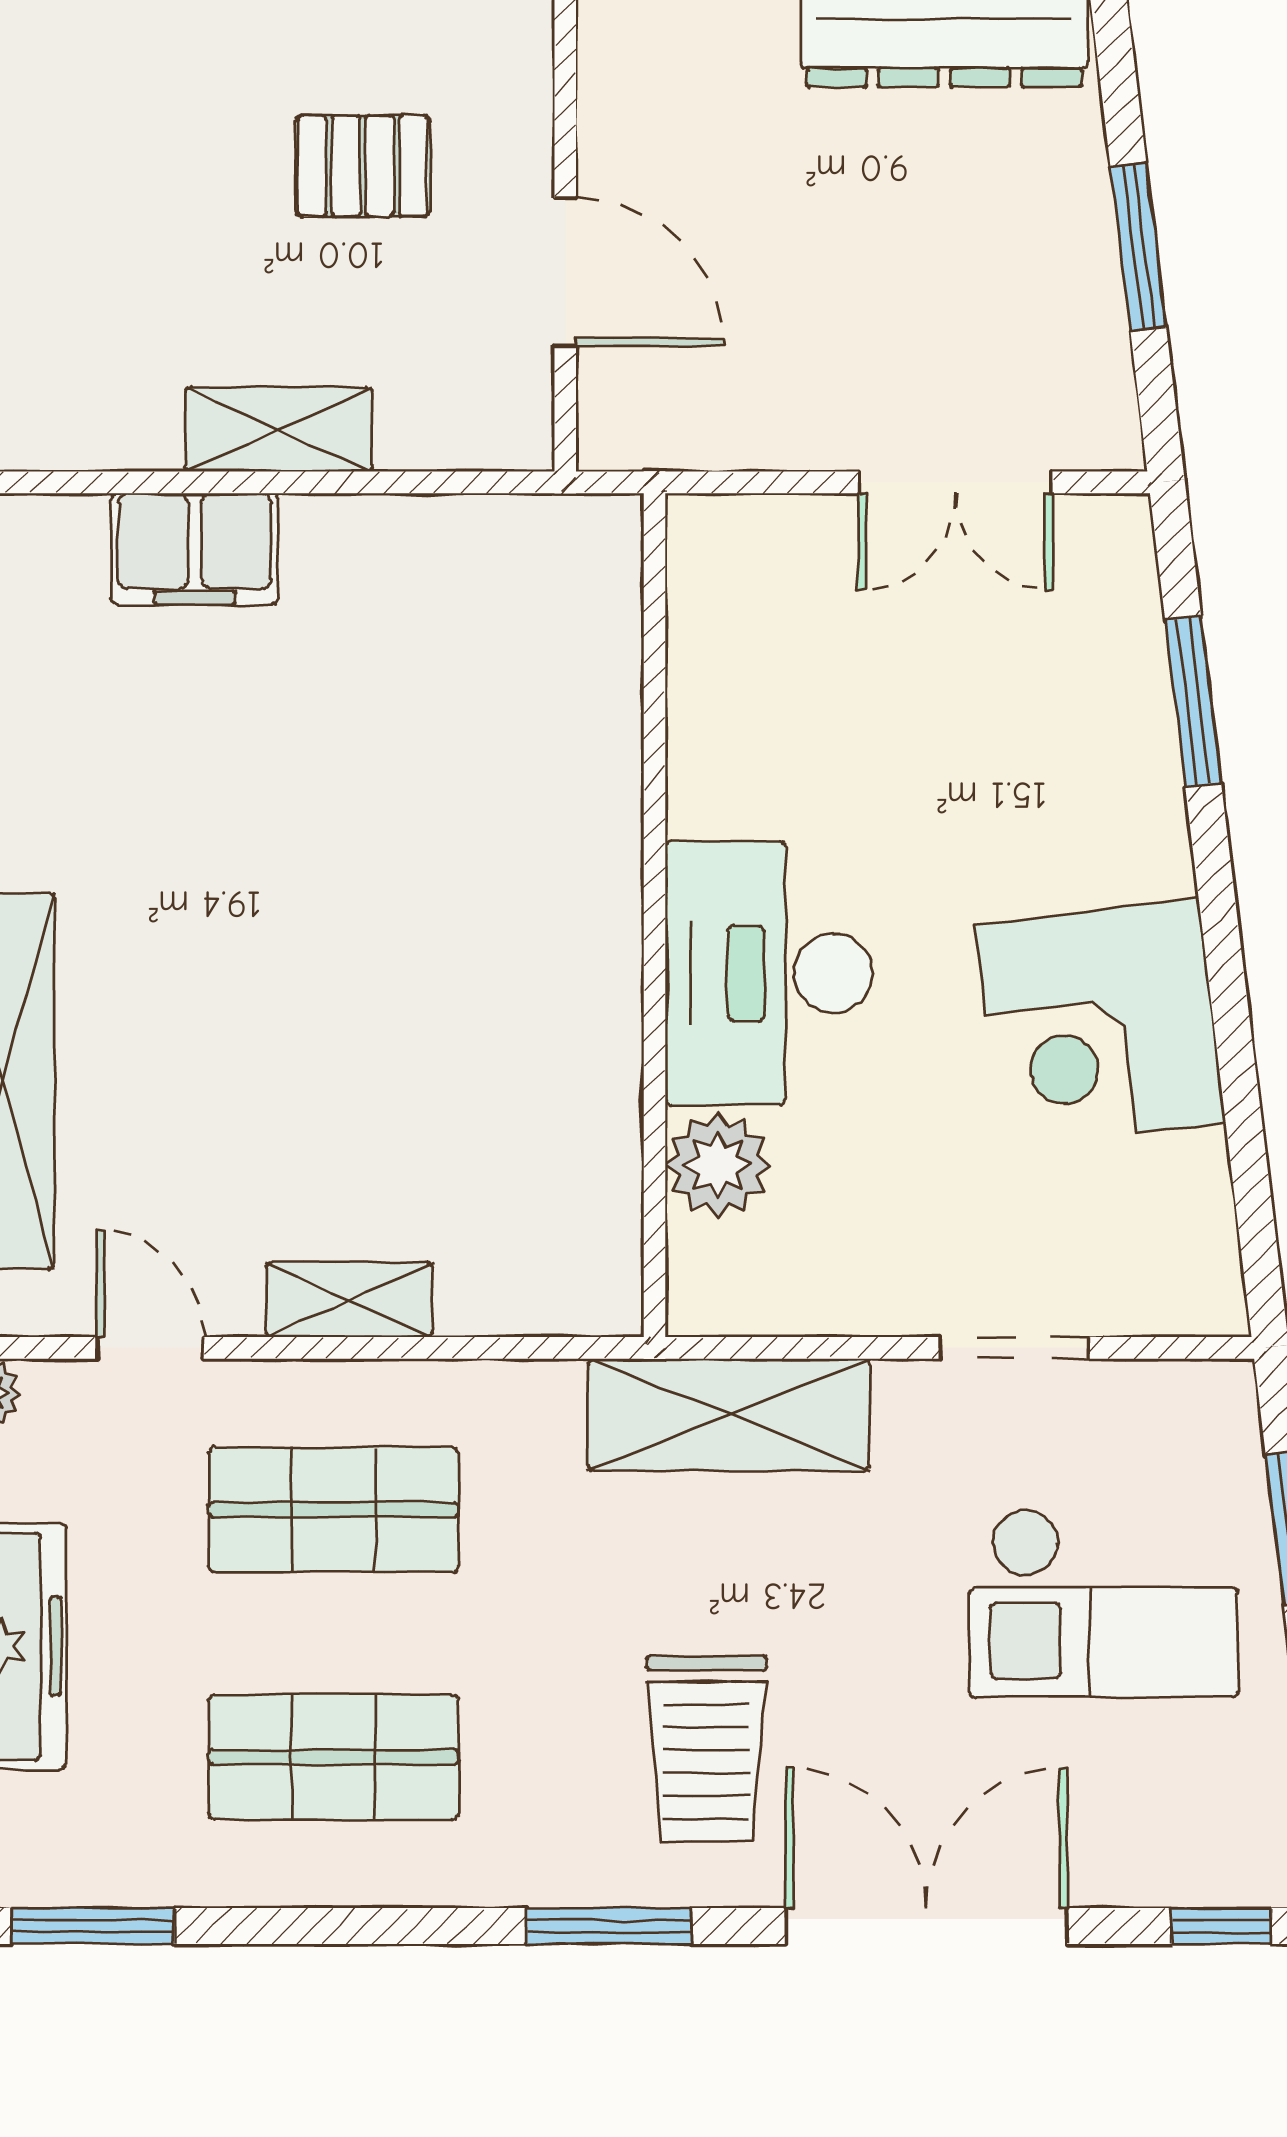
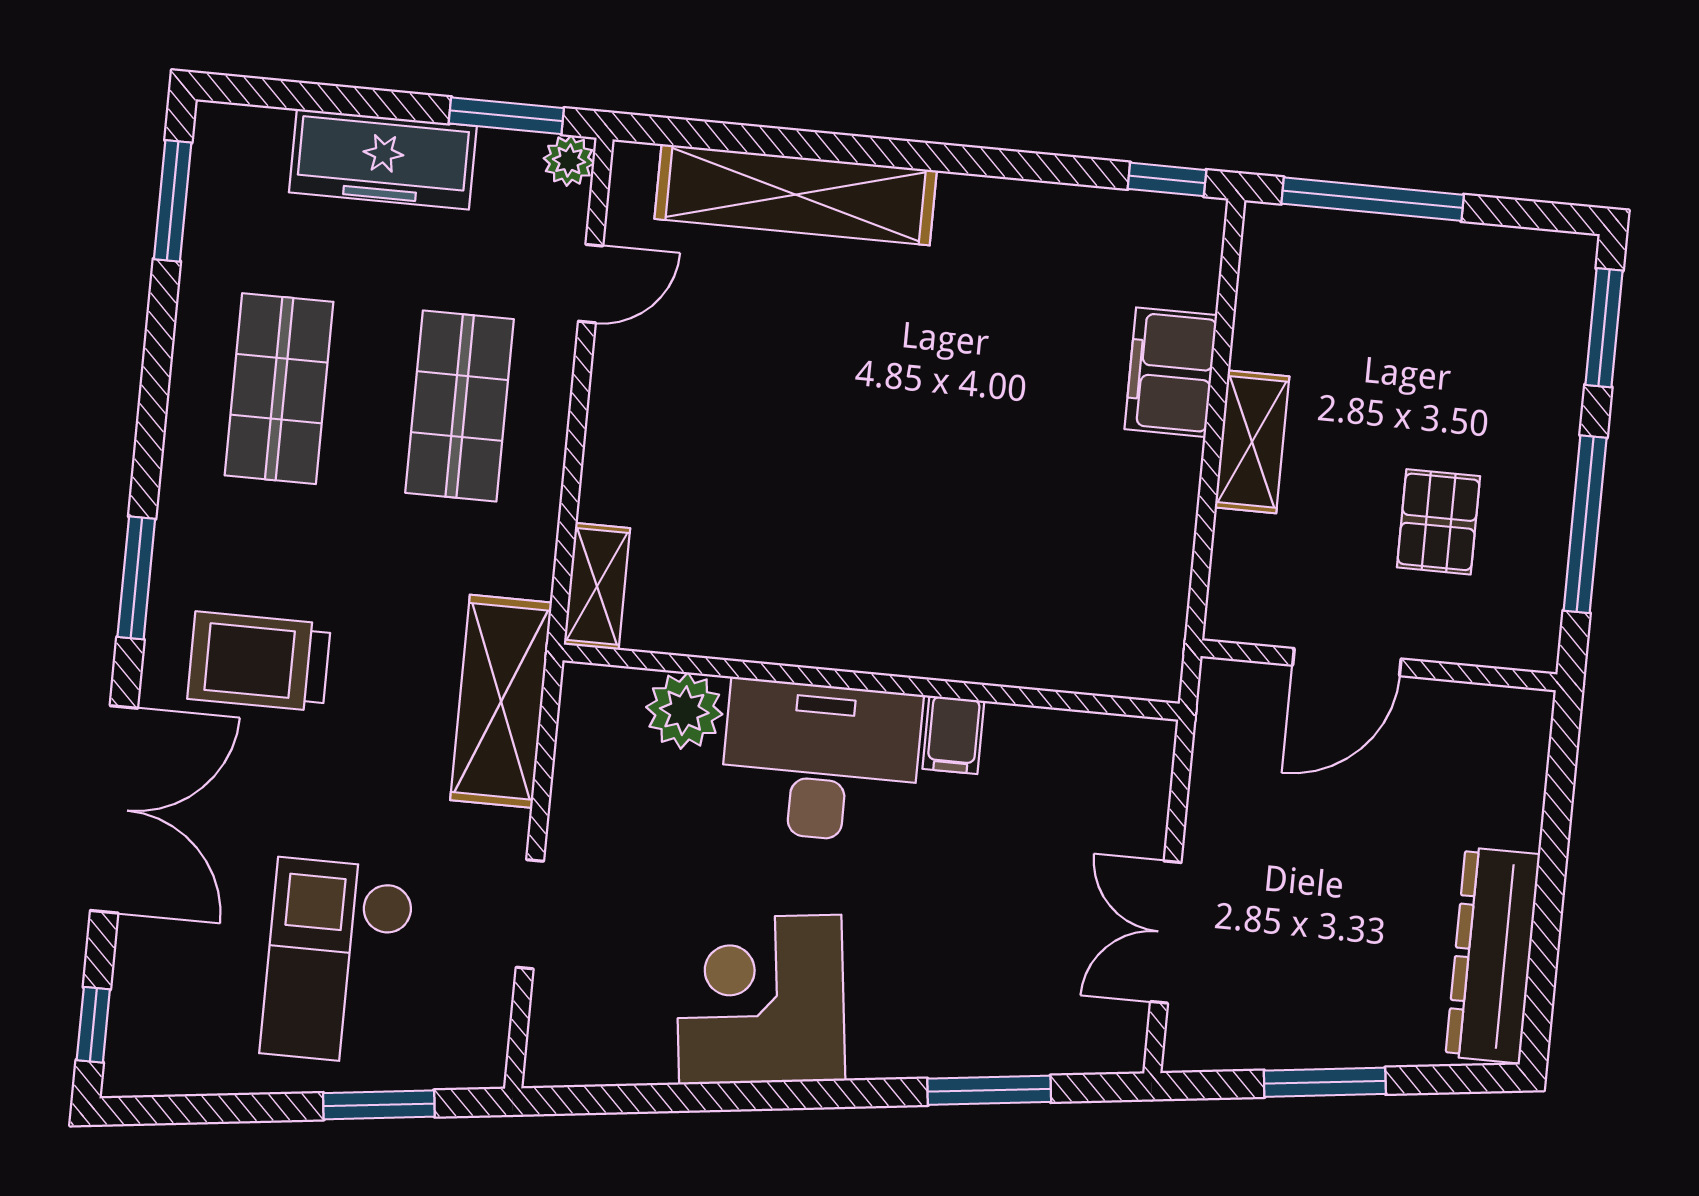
filing cabinet: (715, 797) -> (953, 735), added
shelving: (349, 1300) -> (597, 586), moved

